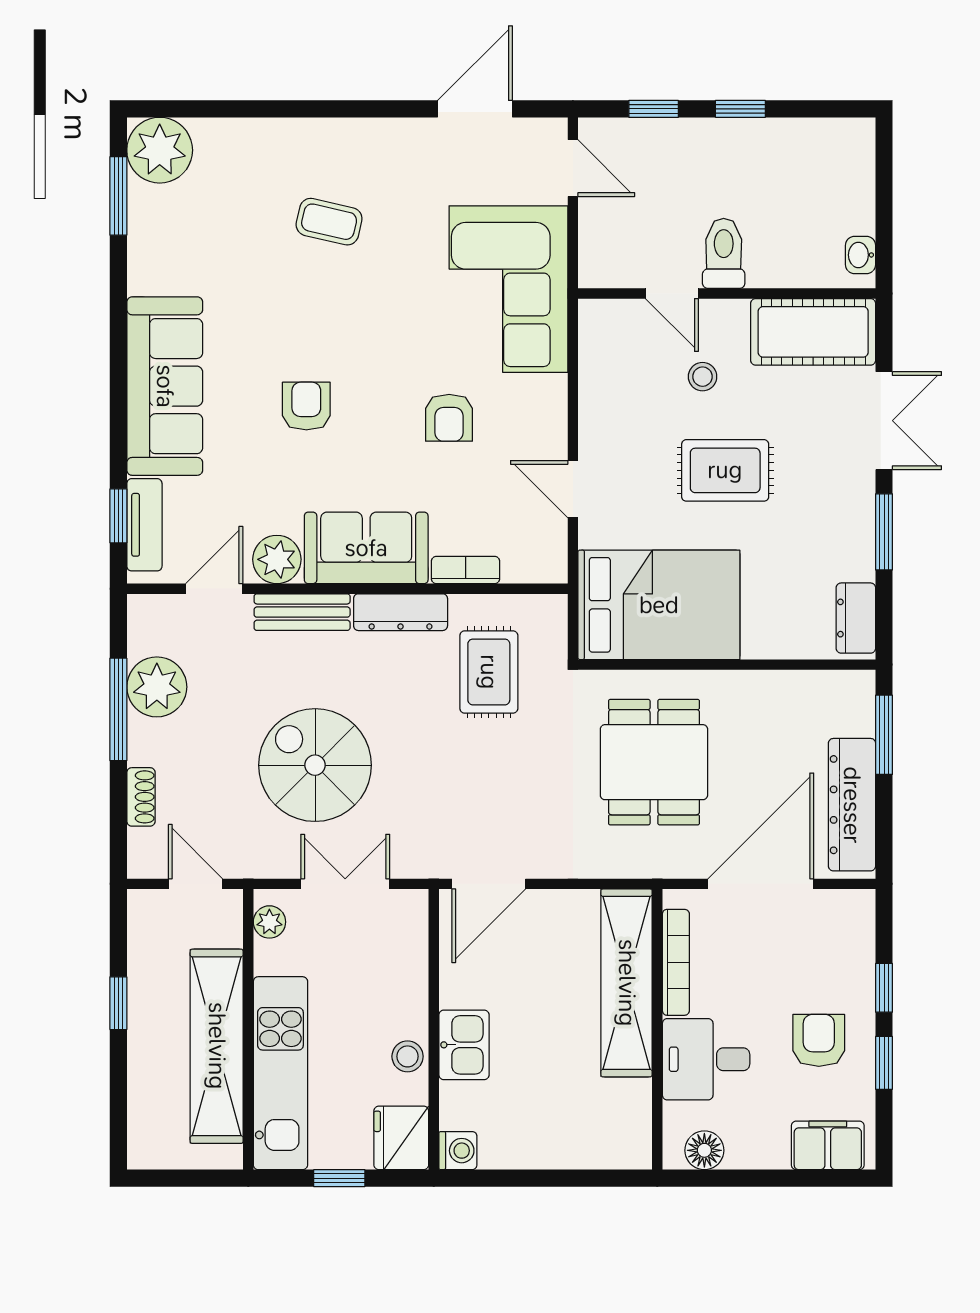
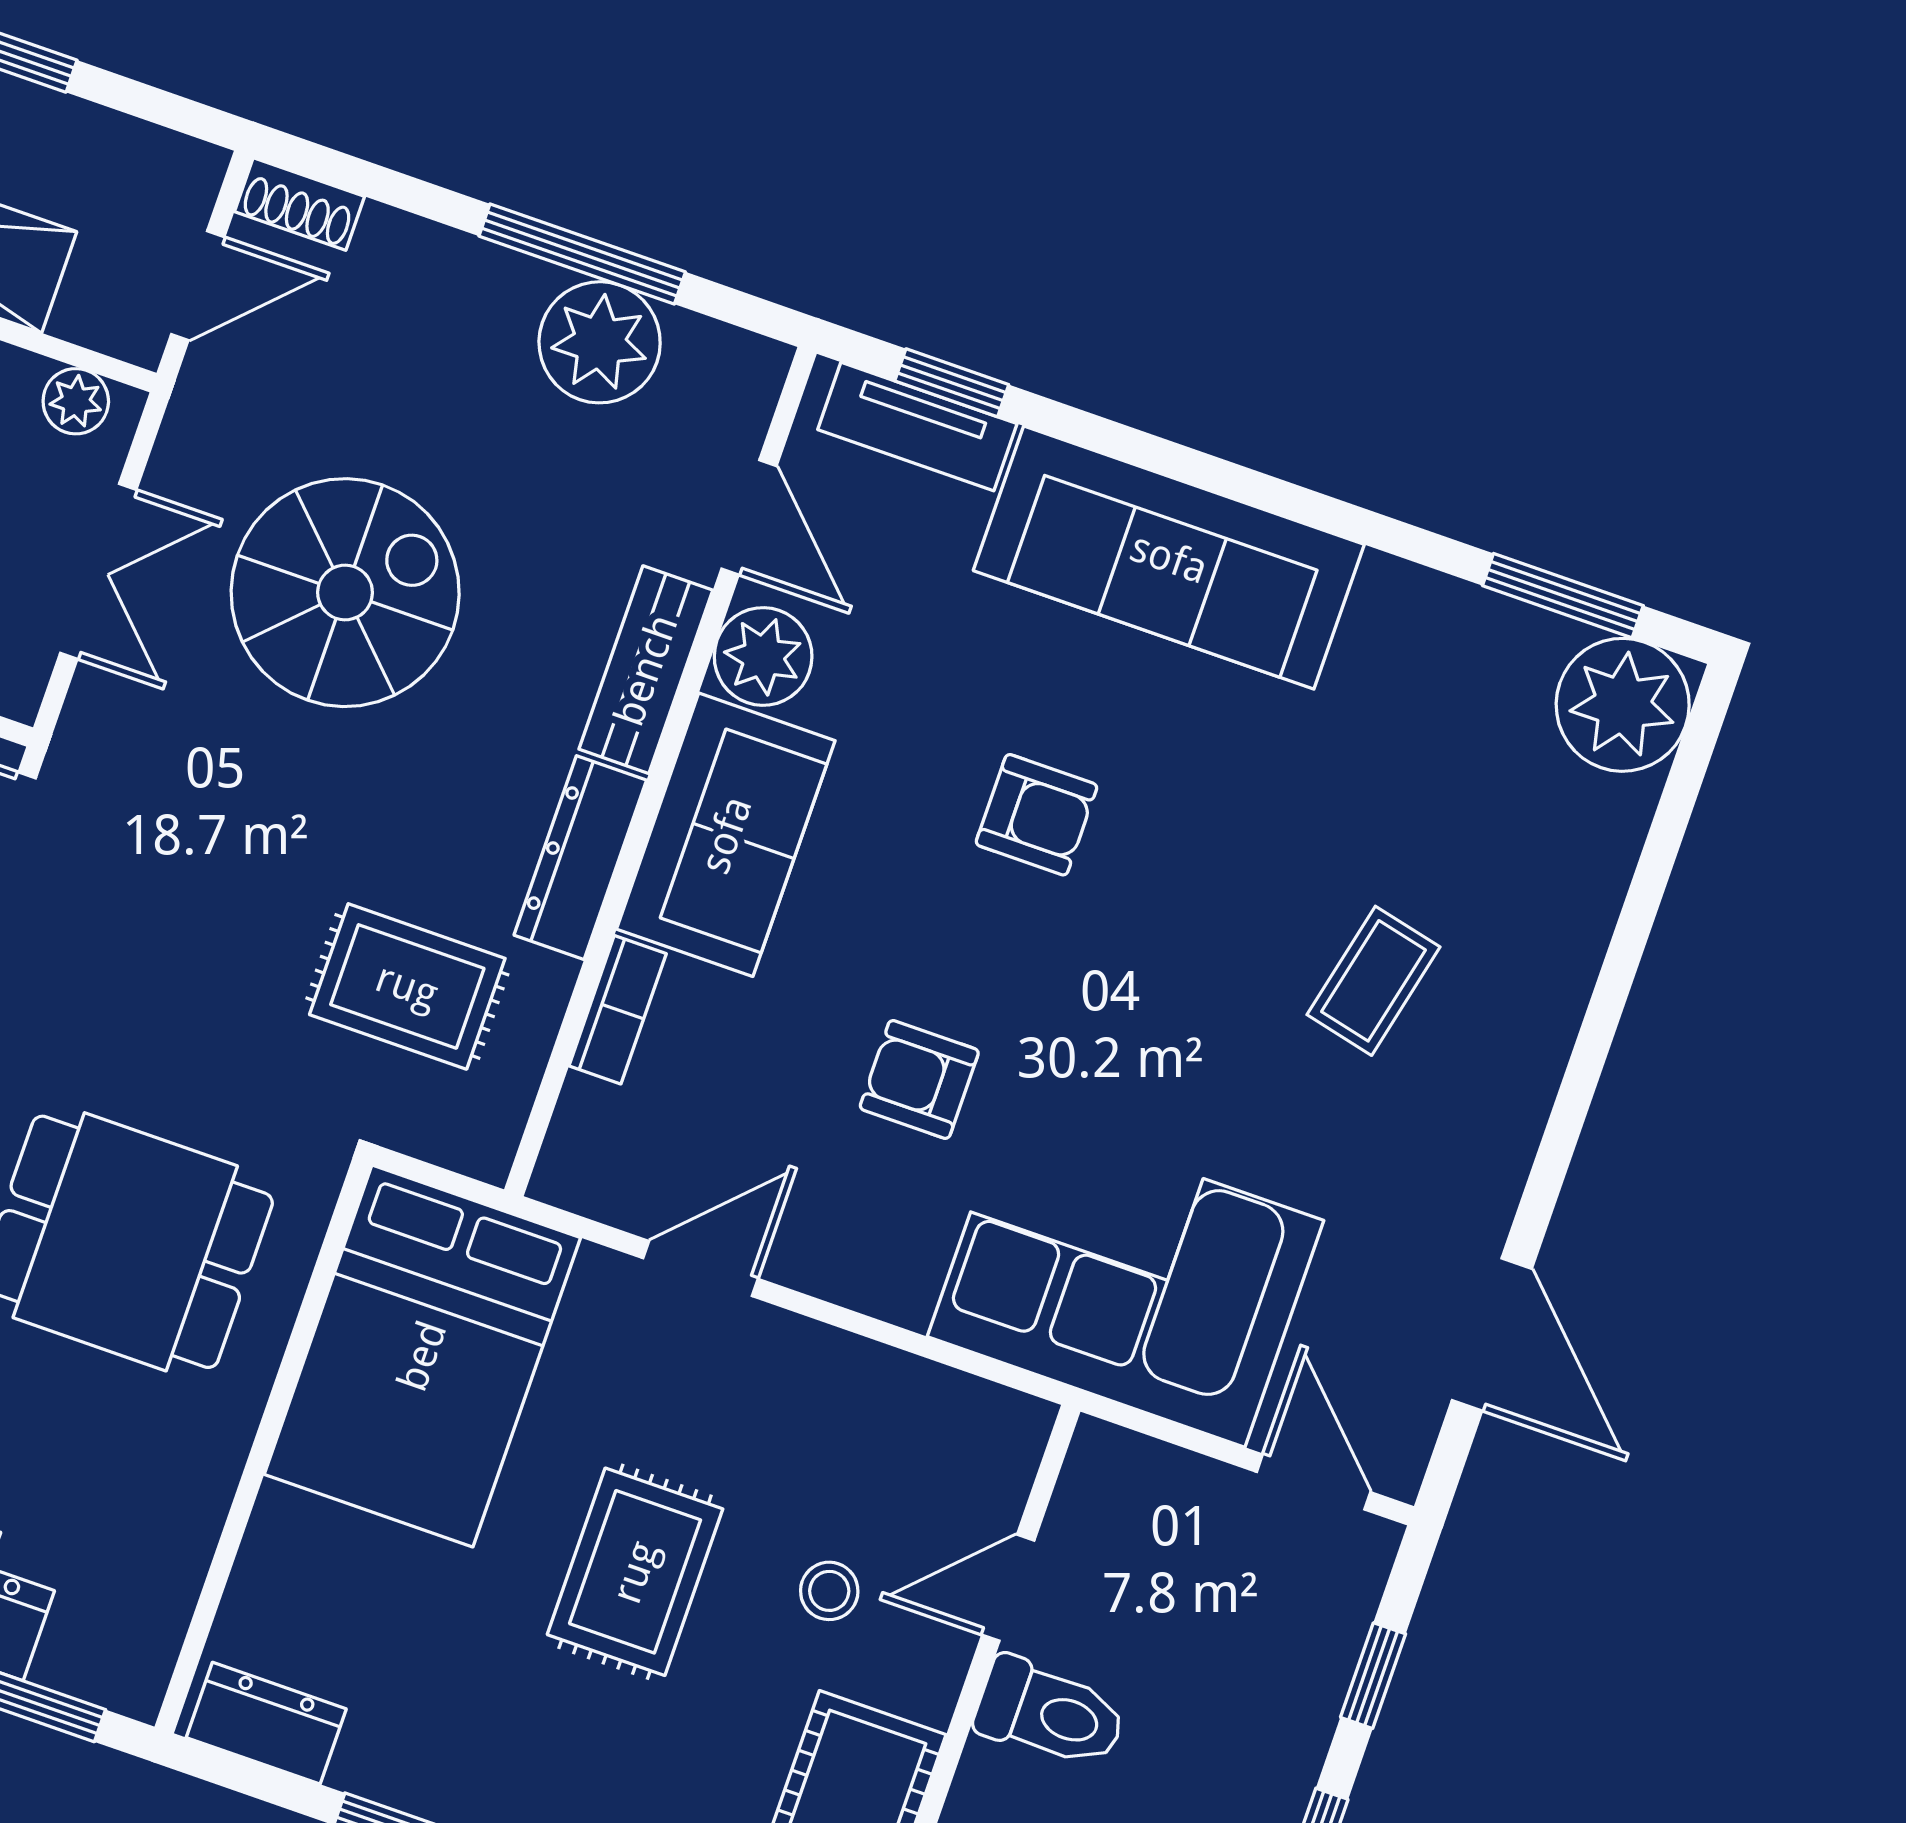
door: (573, 168) -> (1314, 1482), swing flipped
shoe rack: (141, 797) -> (299, 204), moved

